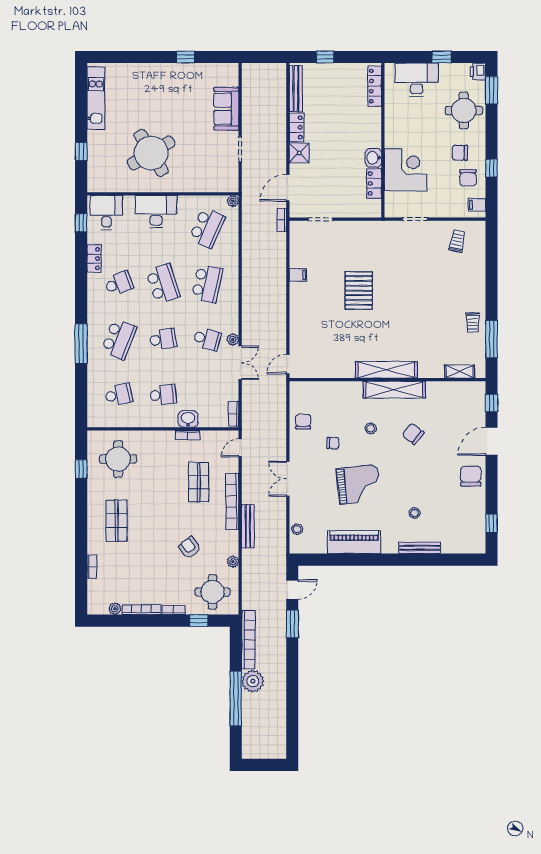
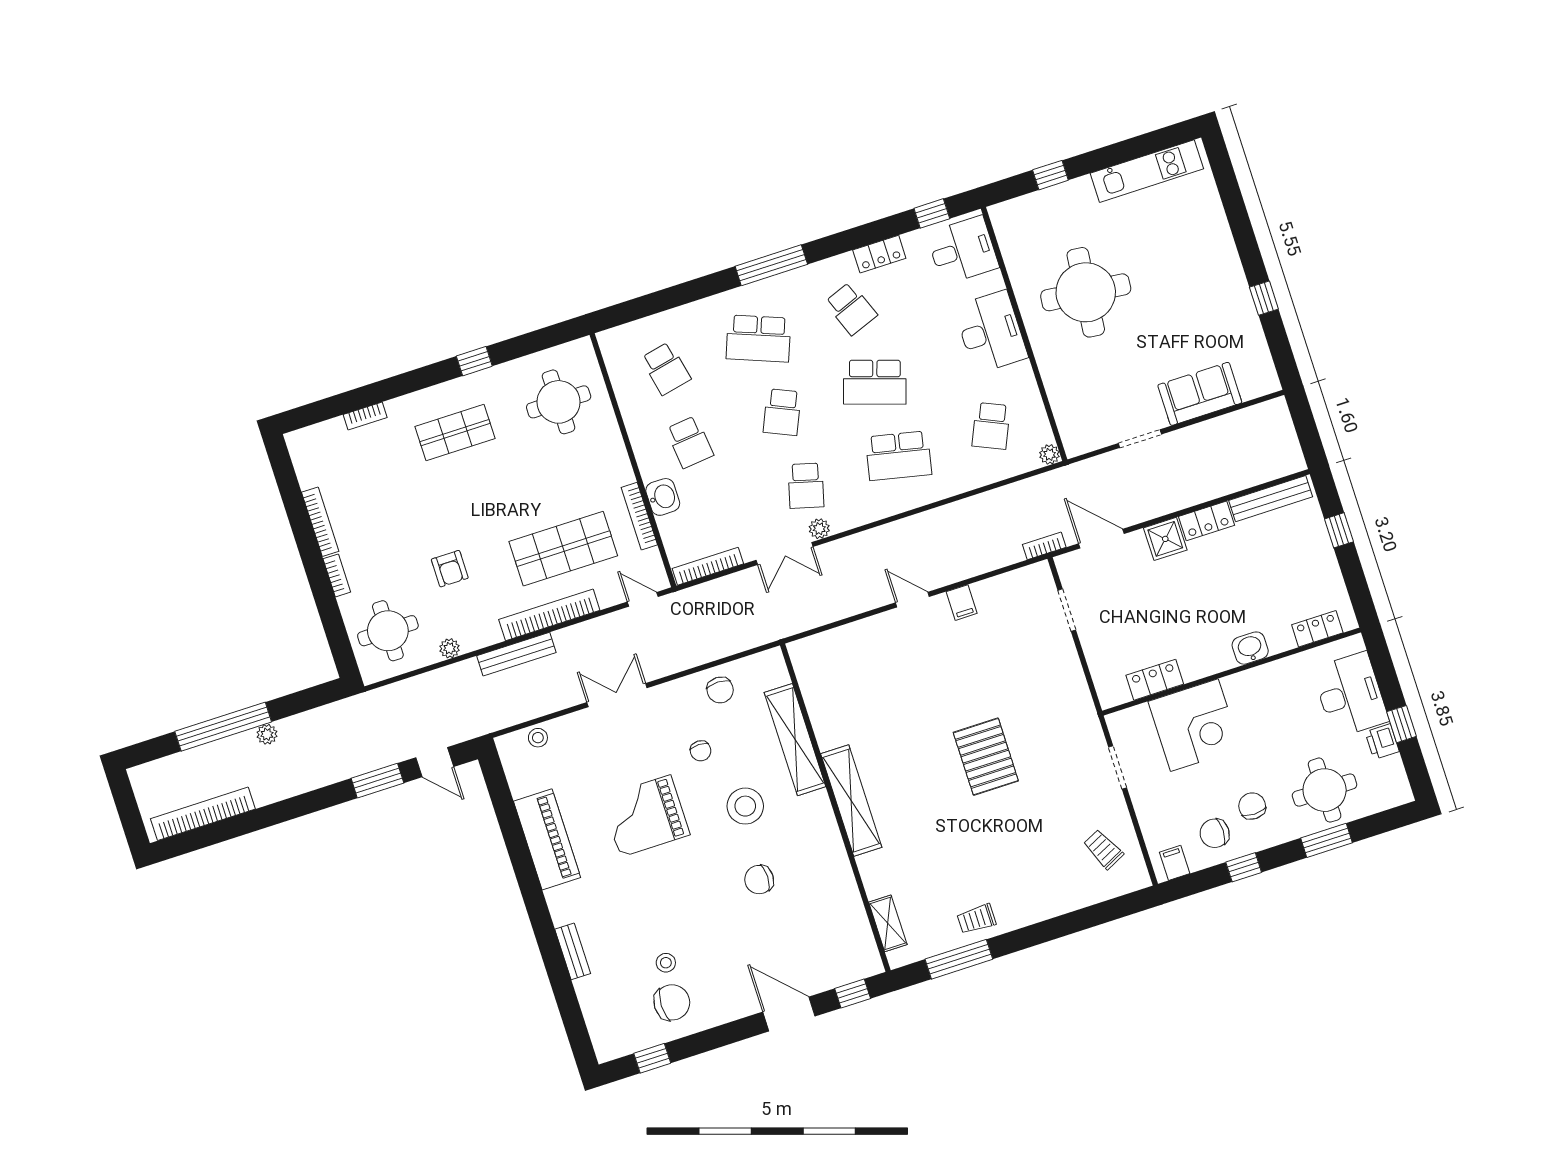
printer: (478, 72) -> (1382, 742), moved, turned -90
locker: (375, 86) -> (1317, 629), width x0.66
window: (492, 90) -> (1326, 840), moved
round table: (151, 153) -> (1086, 292), turned 37
washbasin: (373, 158) -> (1250, 648), moved
school desk: (207, 228) -> (991, 426), width x0.54
trolley: (457, 241) -> (1103, 849), turned -127
school desk: (163, 283) -> (875, 382), turned 36
pallet: (359, 290) -> (986, 757), moved, turned 90
school desk: (163, 339) -> (782, 412), turned 33
window: (81, 344) -> (771, 265), moved
door: (288, 364) -> (912, 600), moved
shelving: (394, 390) -> (795, 740), moved
bookcase: (234, 414) -> (708, 566), width x1.56
chair: (303, 422) -> (720, 690), turned 90
stool: (371, 428) -> (745, 806), width x1.89, depth x1.89
chair: (413, 434) -> (759, 880), turned -129
bookcase: (188, 435) -> (639, 516), width x1.56
window: (81, 469) -> (474, 361), moved
chair: (471, 476) -> (672, 1002), moved
shop shelf: (199, 482) -> (563, 549), width x1.43, depth x1.36
grand piano: (359, 484) -> (645, 816), turned 96
stool: (415, 513) -> (666, 963), moved
armchair: (190, 547) -> (450, 569), turned 128
bench: (419, 548) -> (573, 951), width x0.73
plant: (115, 609) -> (308, 477), removed
window: (199, 621) -> (333, 623), removed
bookcase: (248, 640) -> (203, 814), moved, turned 180
plant: (253, 681) -> (267, 734), width x0.53, depth x0.53

